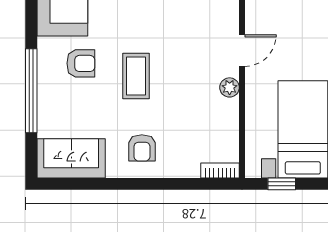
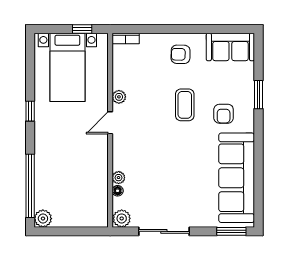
armchair: (81, 63) -> (224, 114), turned -90
window: (31, 91) -> (258, 95), width x0.47
armchair: (142, 148) -> (181, 54), turned -89

